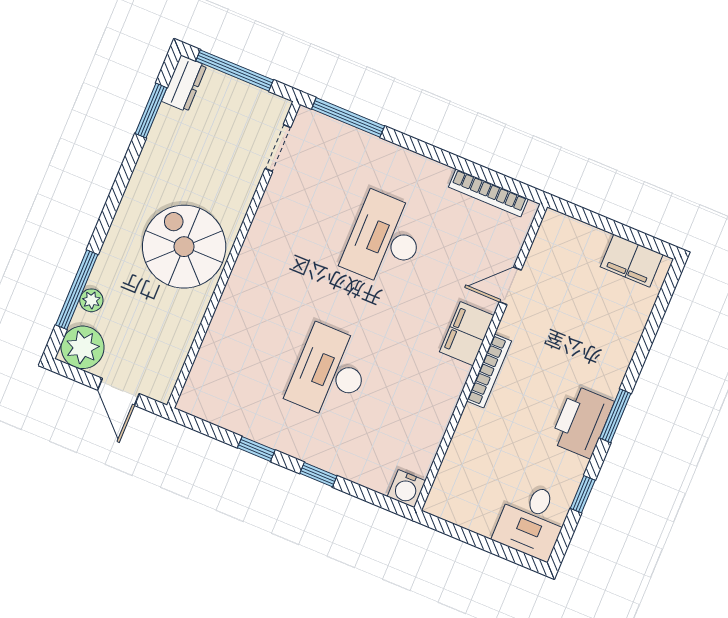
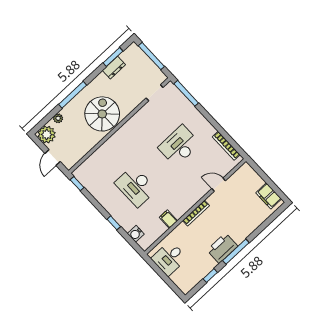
dresser: (184, 83) -> (114, 68), moved
window: (77, 290) -> (73, 95), moved
filing cabinet: (467, 334) -> (168, 219), moved, width x0.50
desk: (330, 372) -> (136, 186), turned -90
window: (615, 416) -> (236, 252), width x1.44
window: (256, 449) -> (77, 184), moved
water cooler: (406, 489) -> (136, 234), moved
desk: (532, 521) -> (169, 258), moved

